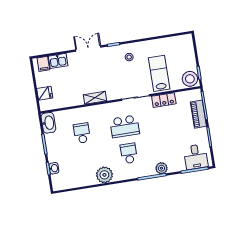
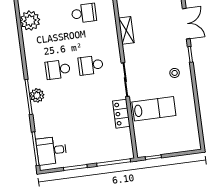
stool: (190, 79) -> (146, 146), removed
piano: (198, 114) -> (103, 155), removed
school desk: (125, 126) -> (91, 65), width x0.54
school desk: (129, 153) -> (58, 70), turned 180
plant: (161, 168) -> (37, 95), moved
plant: (104, 175) -> (30, 21), moved

